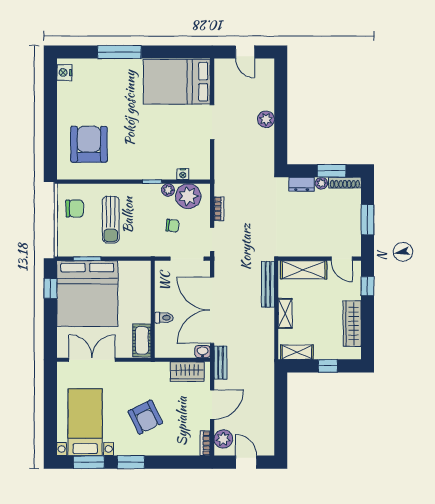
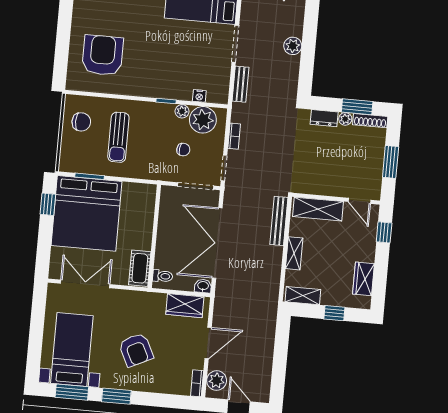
toilet: (164, 318) -> (163, 276), moved
wardrobe: (352, 324) -> (364, 279), width x0.67
bench: (220, 363) -> (240, 84), moved

